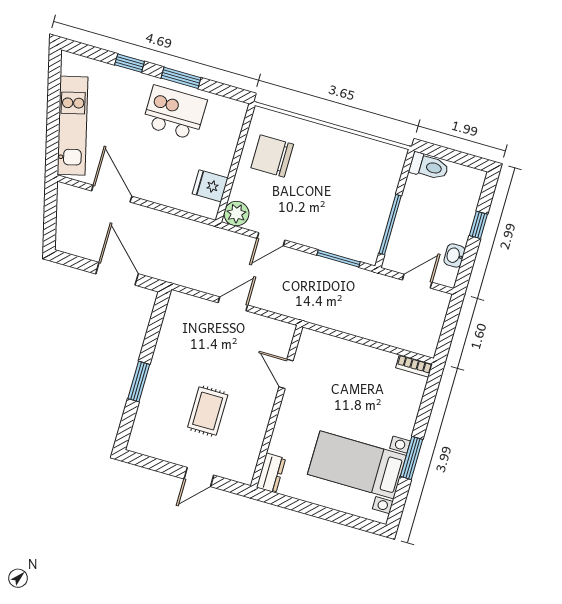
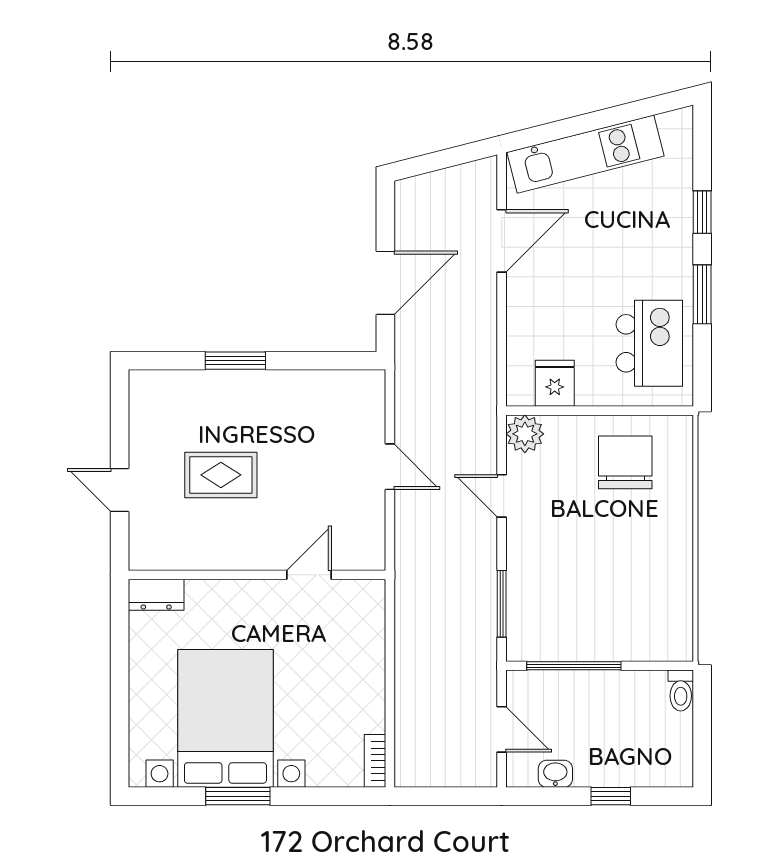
kitchen island: (175, 113) -> (649, 343), moved
toilet: (429, 167) -> (681, 691), width x0.73, depth x0.72
bed with nightstands: (357, 465) -> (225, 718), width x1.36

